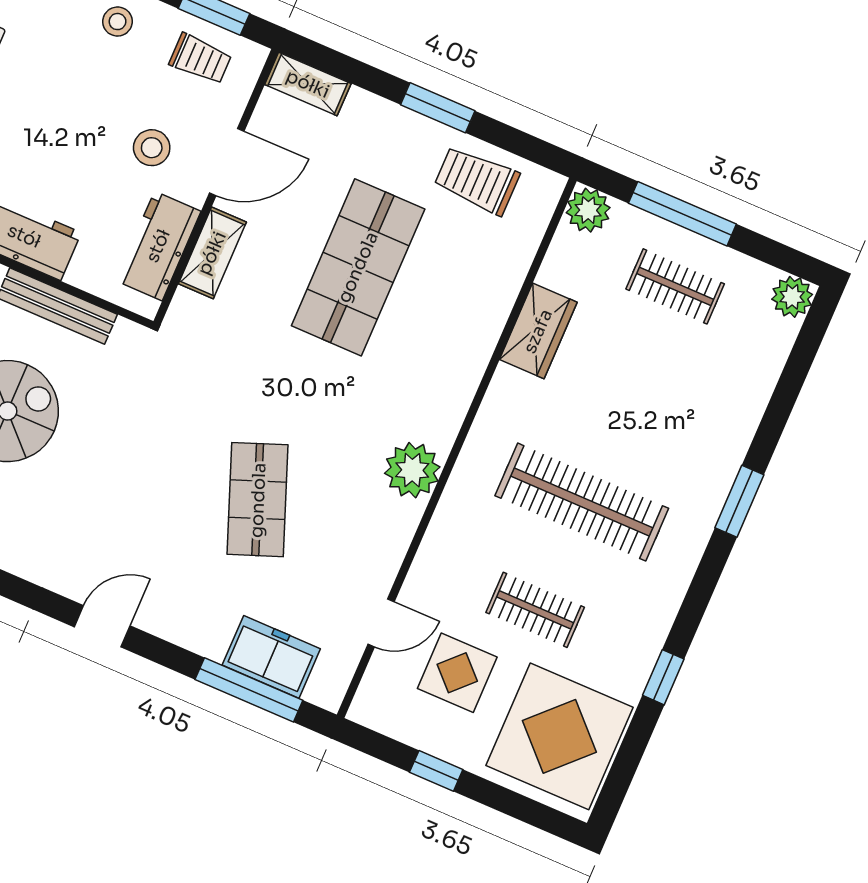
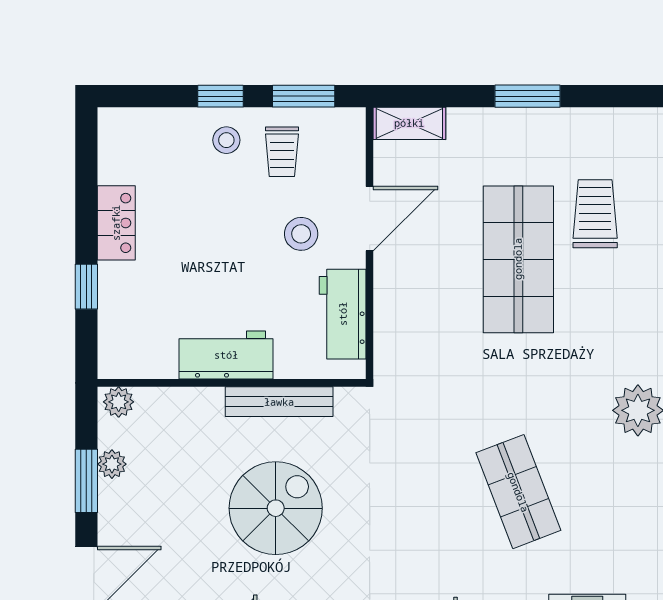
trolley: (200, 59) -> (282, 152), moved, turned 90
trolley: (477, 180) -> (595, 214), moved, turned 90
shelving: (212, 253) -> (391, 300), removed

